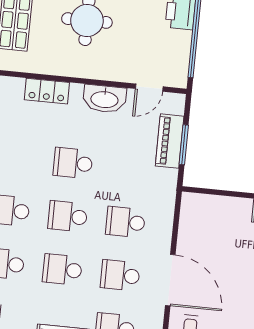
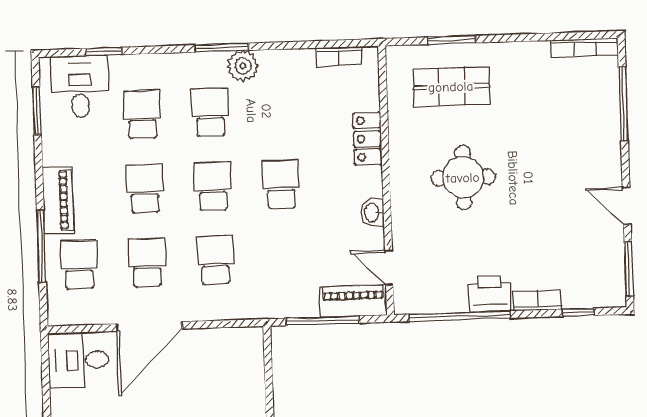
washbasin: (104, 99) -> (372, 213), width x0.52, depth x0.69
piano: (170, 141) -> (353, 301), moved
window: (184, 145) -> (323, 321), width x1.44

